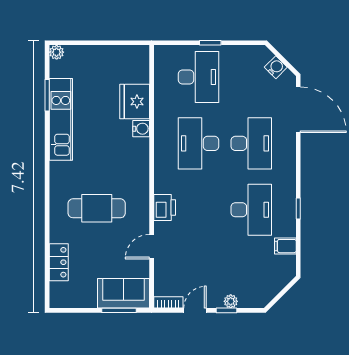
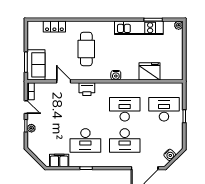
desk: (199, 77) -> (164, 109), turned 180
water cooler: (141, 129) -> (116, 75), moved
filing cabinet: (285, 246) -> (59, 161), width x2.00

